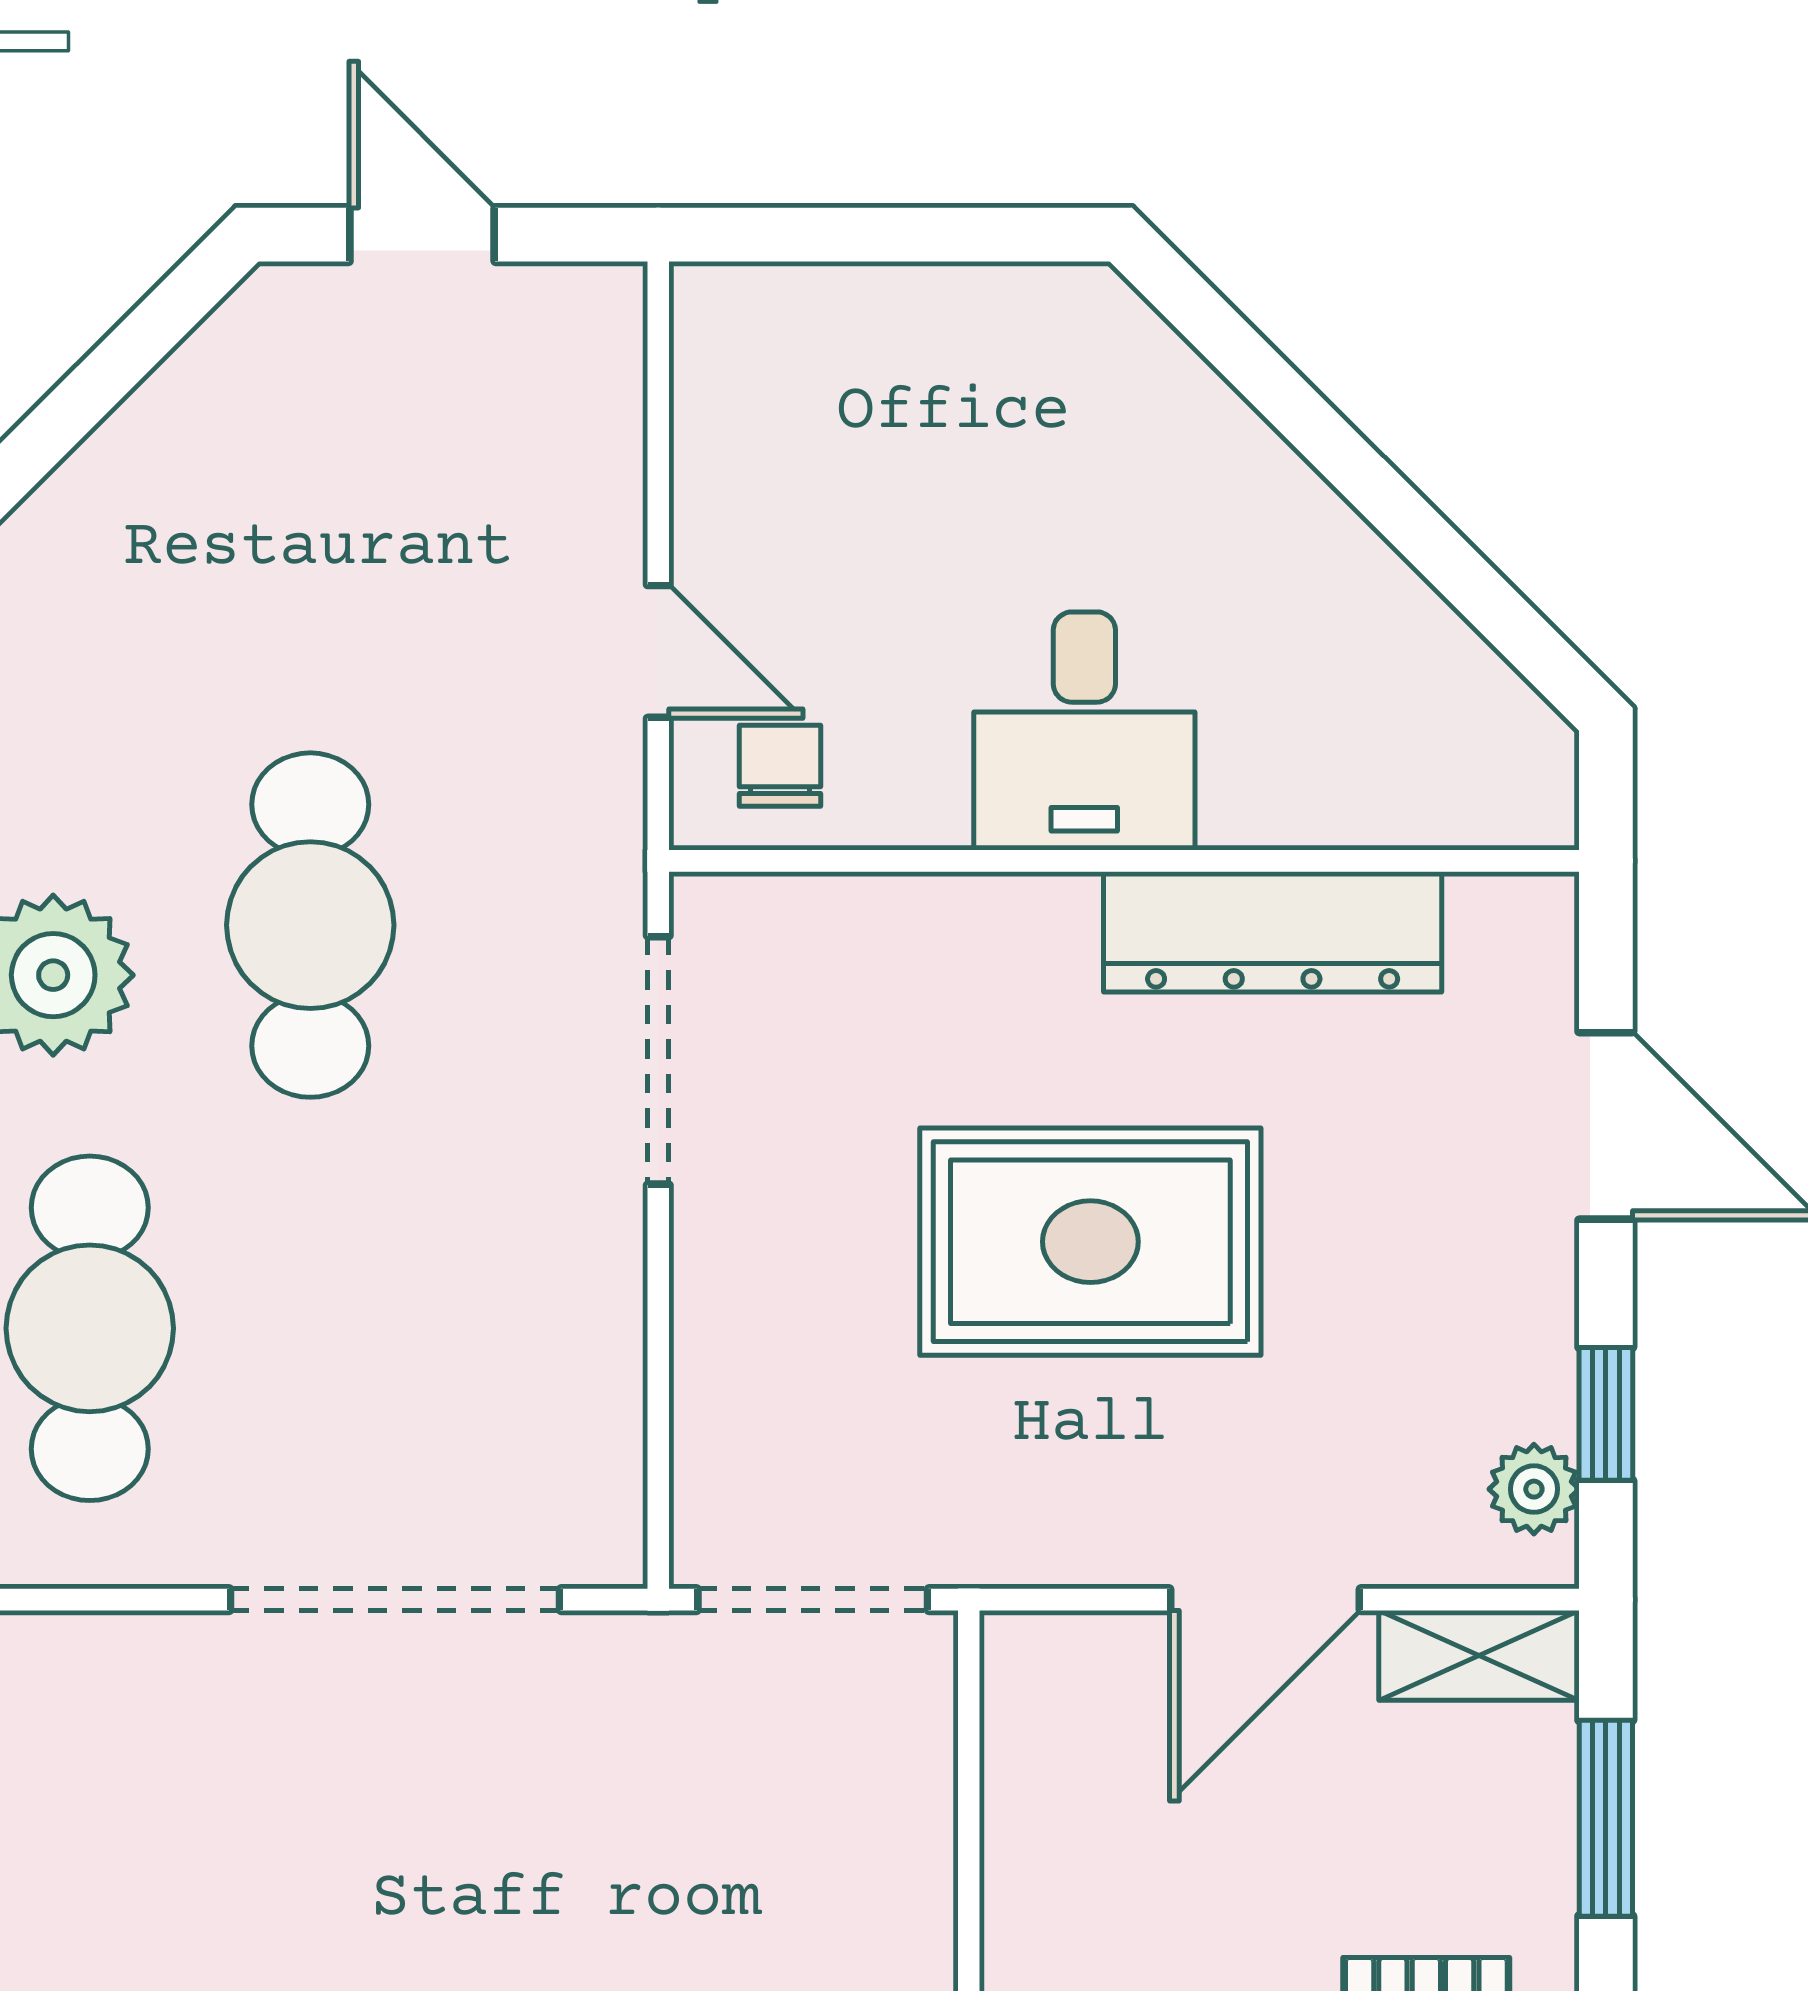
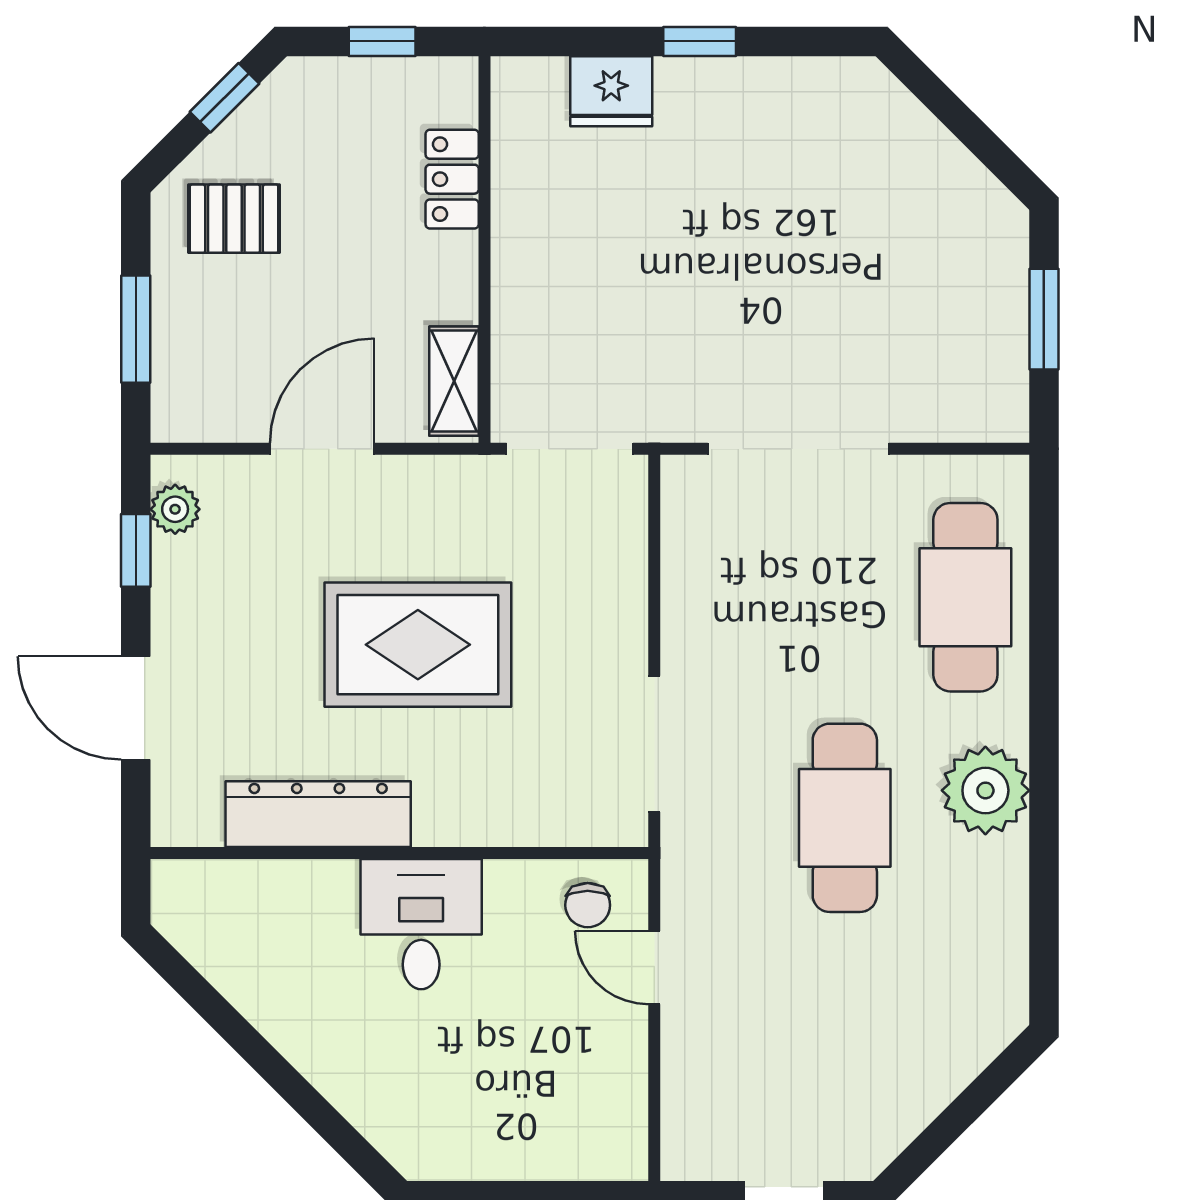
shelving: (1479, 1655) -> (454, 381), moved, turned 90

